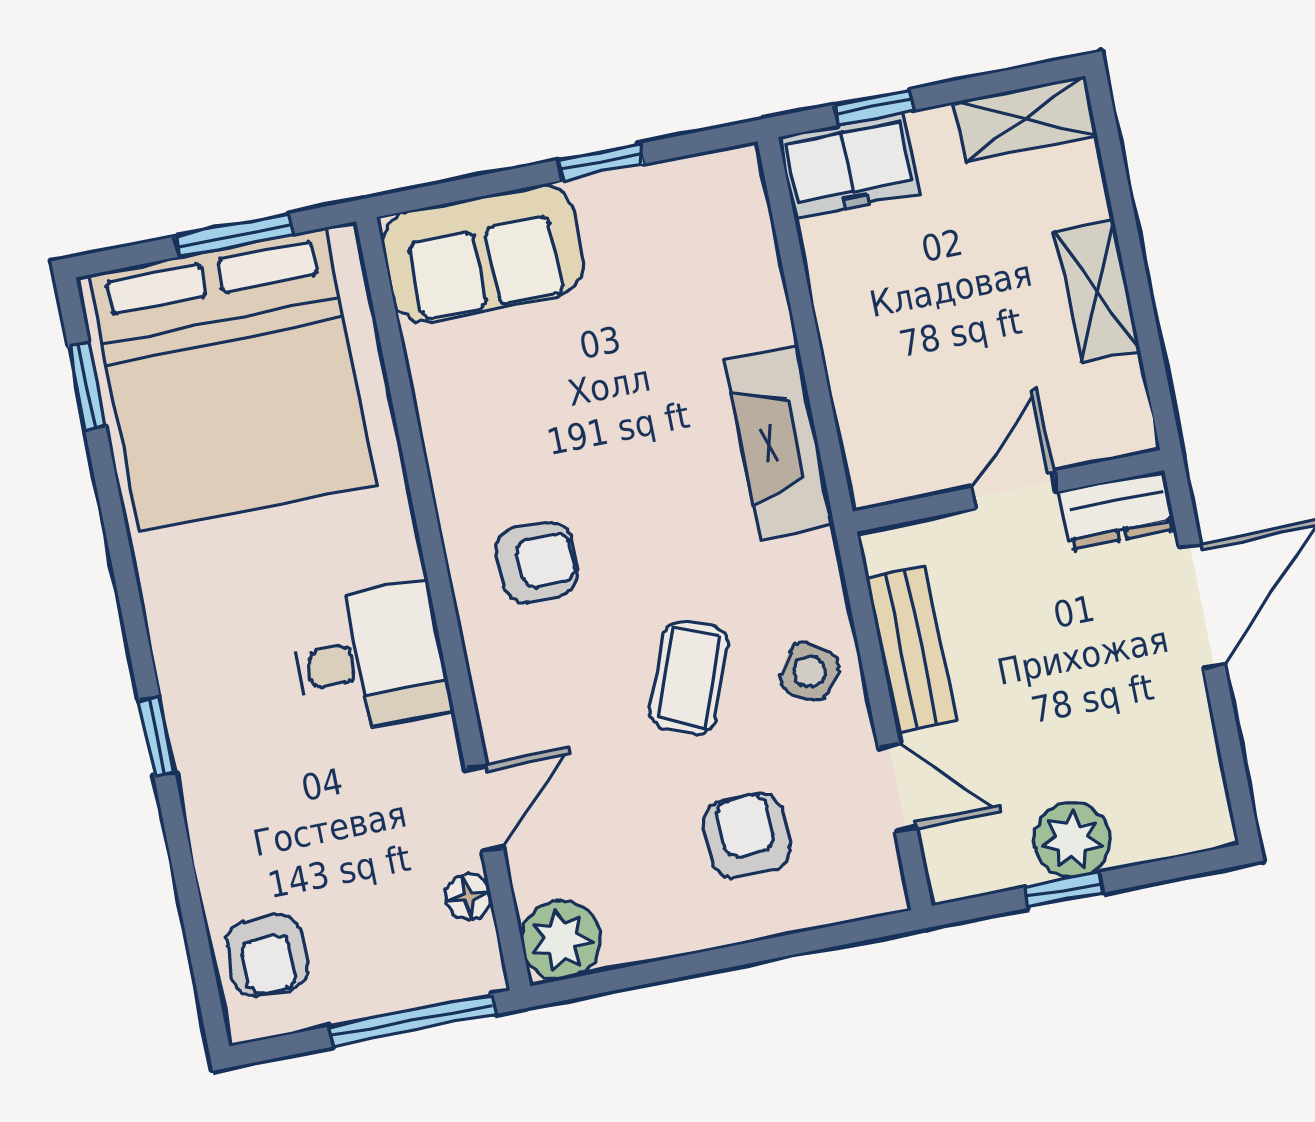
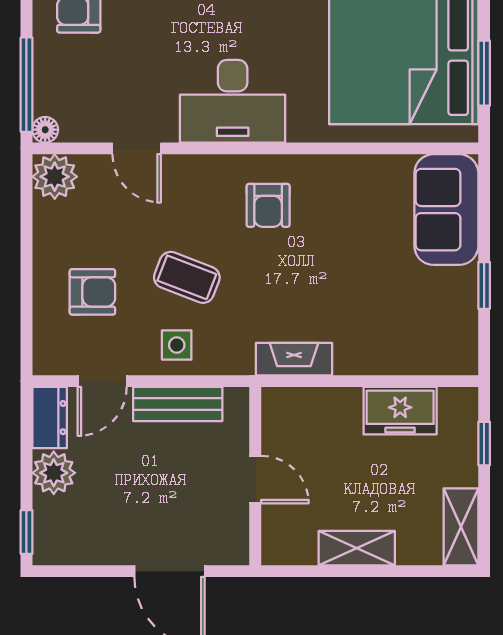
freezer: (849, 165) -> (400, 411), moved, turned -90
fireplace: (779, 442) -> (294, 359), width x0.73, depth x0.76
dresser: (1117, 510) -> (50, 418), moved, turned 180
desk: (370, 659) -> (233, 101), width x1.37
side table: (809, 672) -> (177, 345), turned -32
window: (1064, 890) -> (26, 532), moved
floor lamp: (468, 896) -> (45, 130), moved

